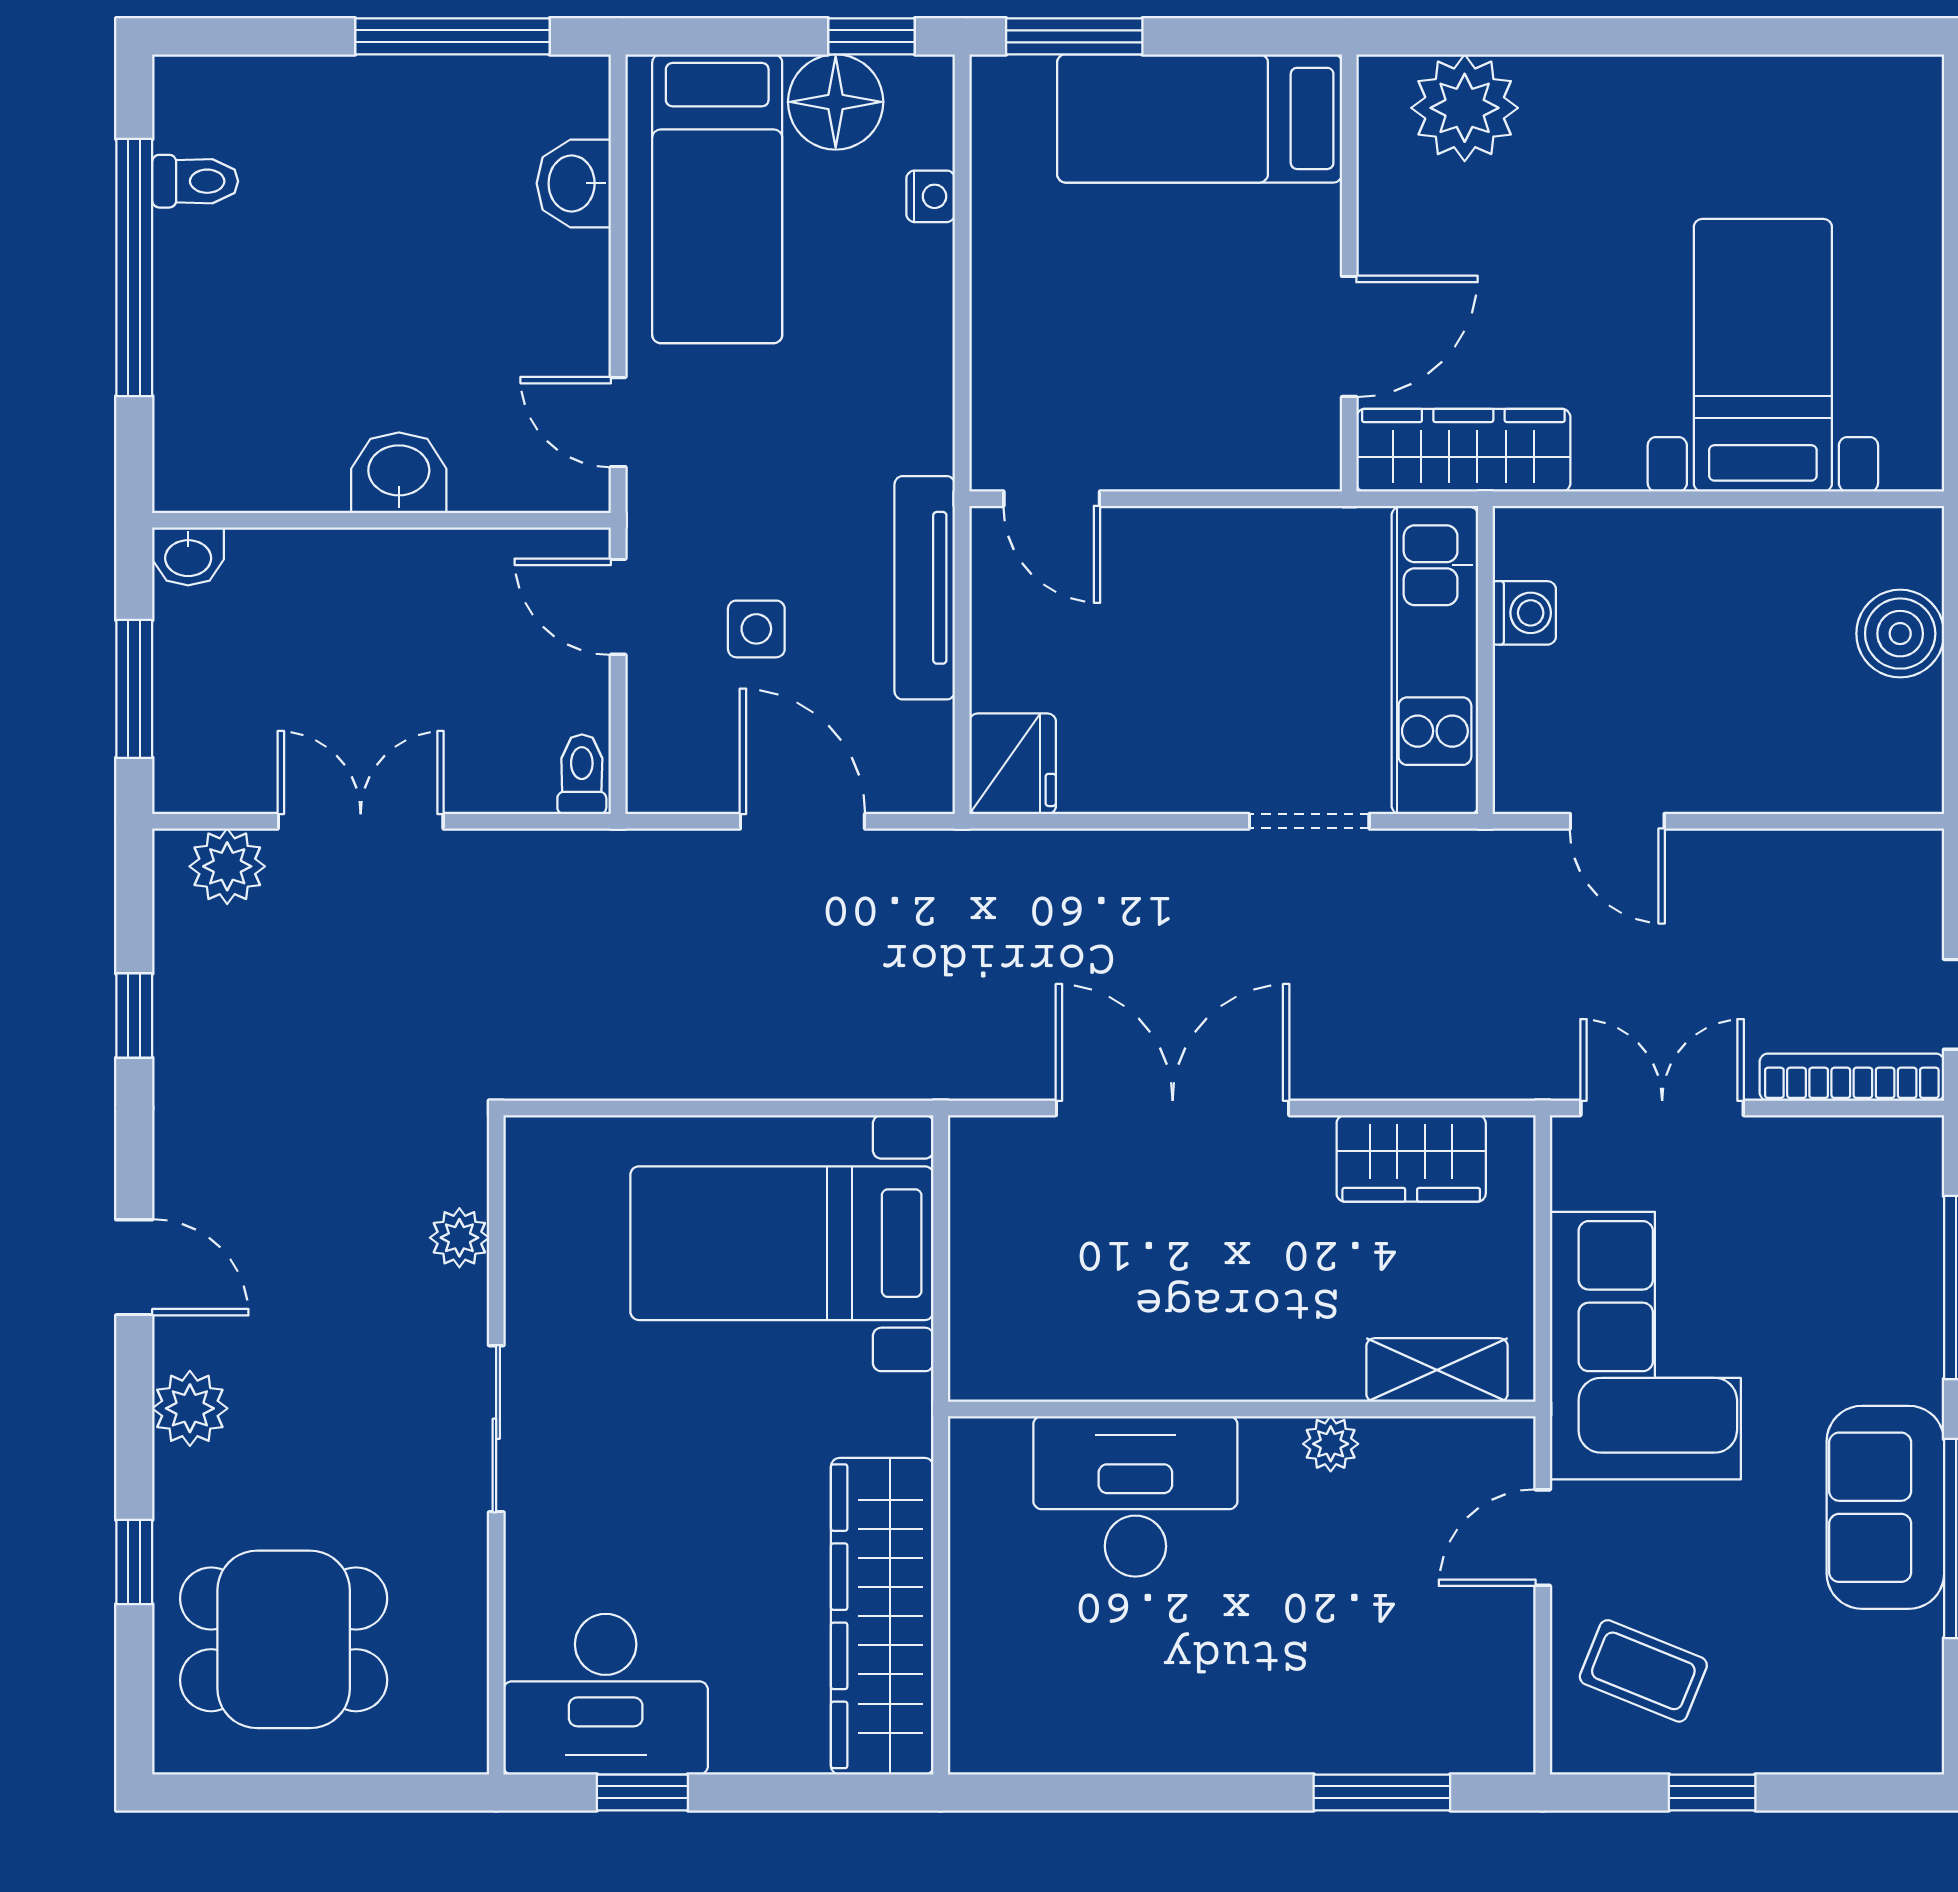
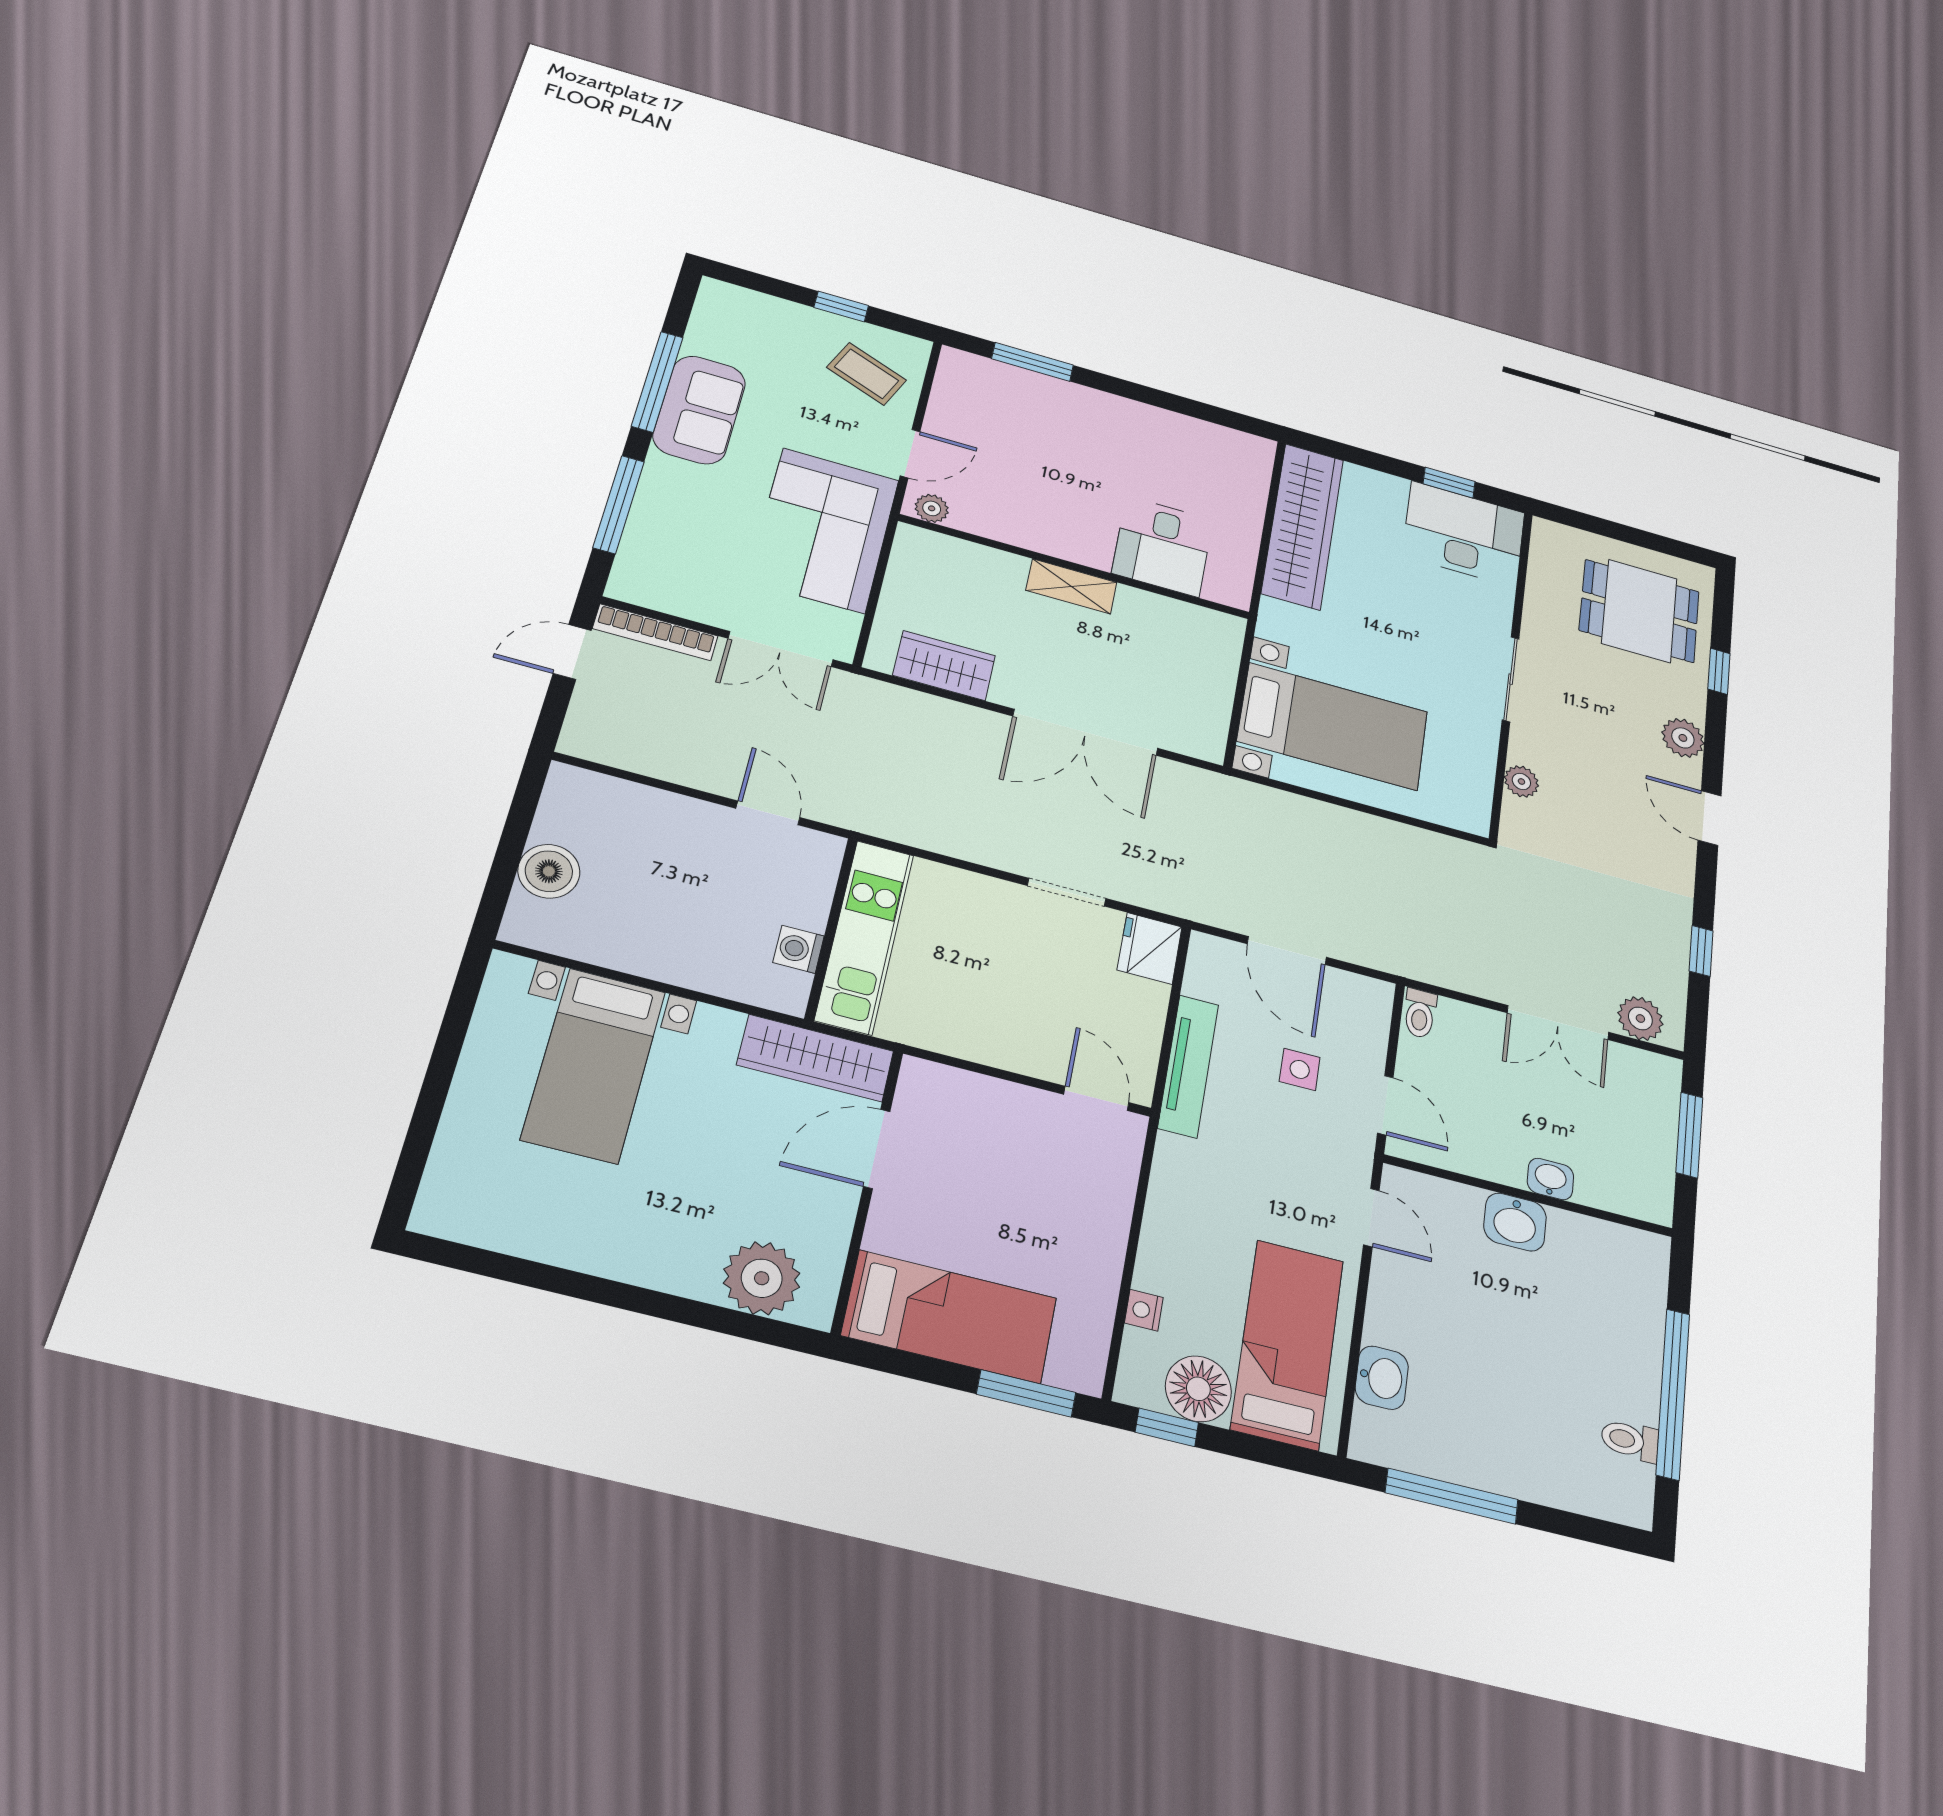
washbasin: (188, 556) -> (1550, 1179), moved
doorway: (1309, 821) -> (1067, 892), moved
shelving: (1437, 1370) -> (1071, 586), moved
plant: (1331, 1444) -> (932, 508), moved
desk: (1135, 1496) -> (1163, 546), width x0.73

